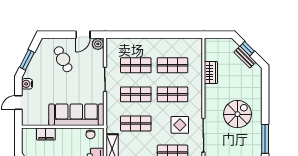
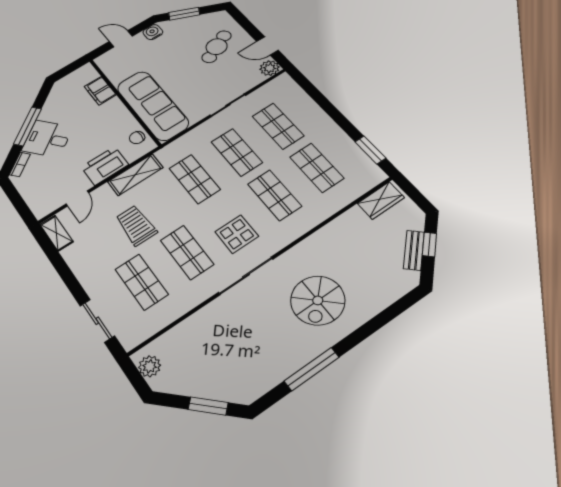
window: (182, 35) -> (370, 150), added
wardrobe: (211, 73) -> (381, 200), moved
spiral stairs: (237, 114) -> (318, 300), turned 90

